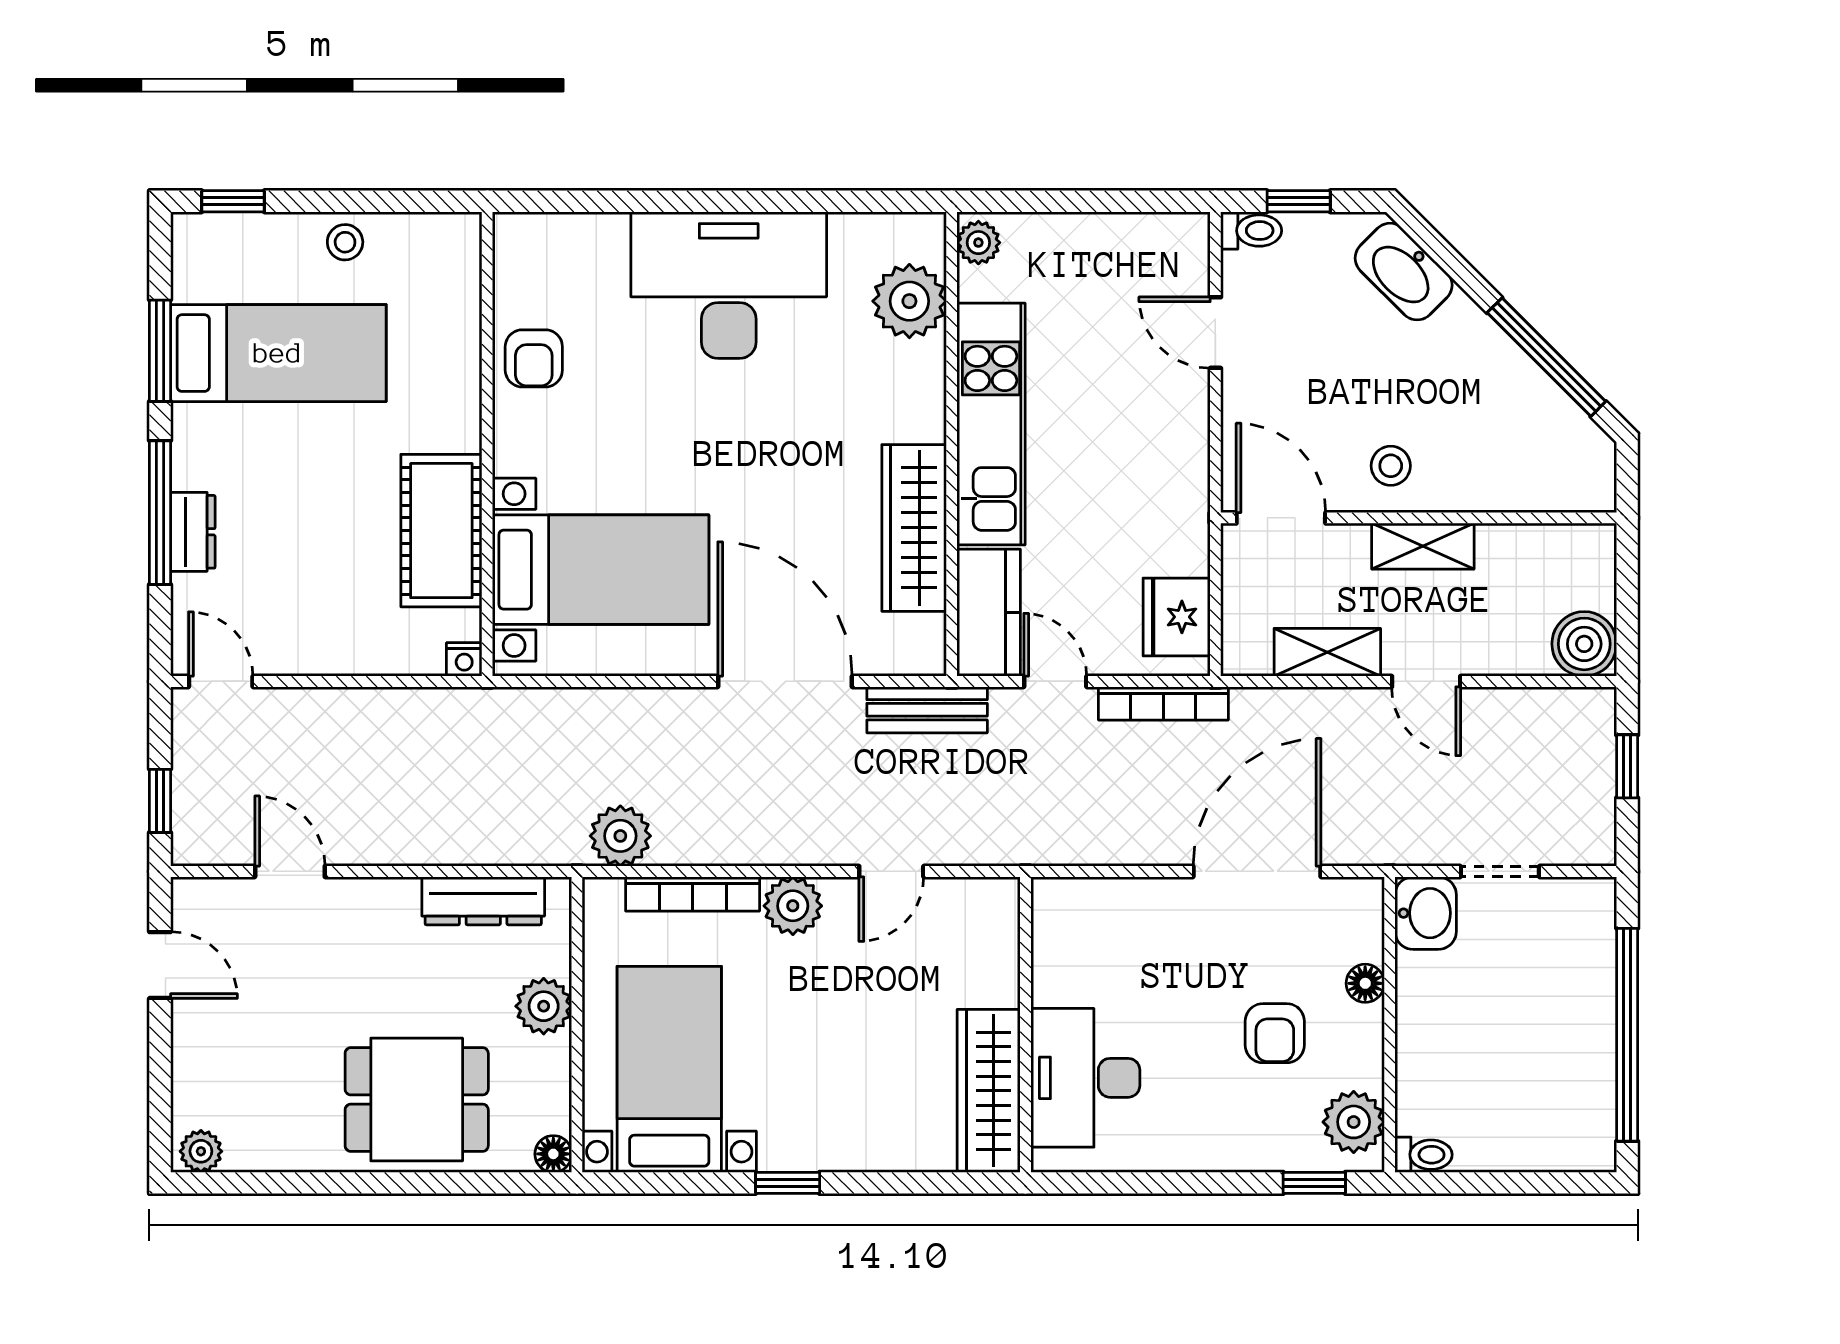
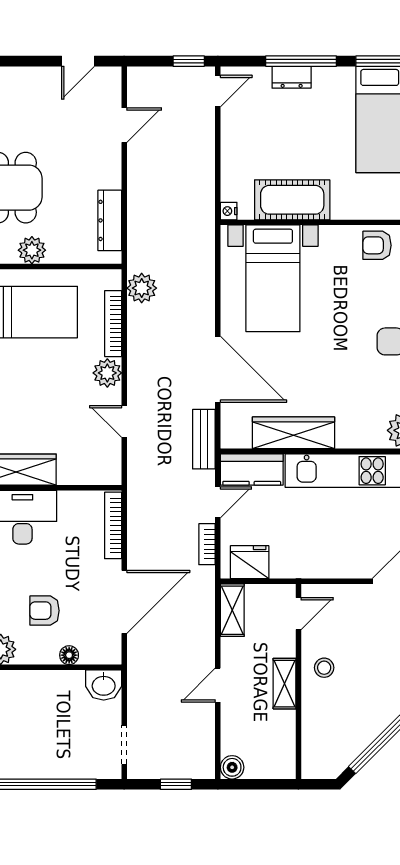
door: (1281, 518) -> (298, 614), width x0.73
boiler: (1584, 644) -> (232, 767), width x0.73, depth x0.73
shelving: (1327, 652) -> (232, 610), moved
door: (785, 681) -> (218, 369), hinge flipped
bookcase: (1163, 703) -> (207, 544), width x0.64
window: (160, 801) -> (189, 61), moved
door: (1257, 871) -> (124, 602), hinge flipped
doorway: (1500, 871) -> (124, 745), moved
bookcase: (1102, 894) -> (113, 525), added
plant: (544, 1006) -> (32, 250), moved

